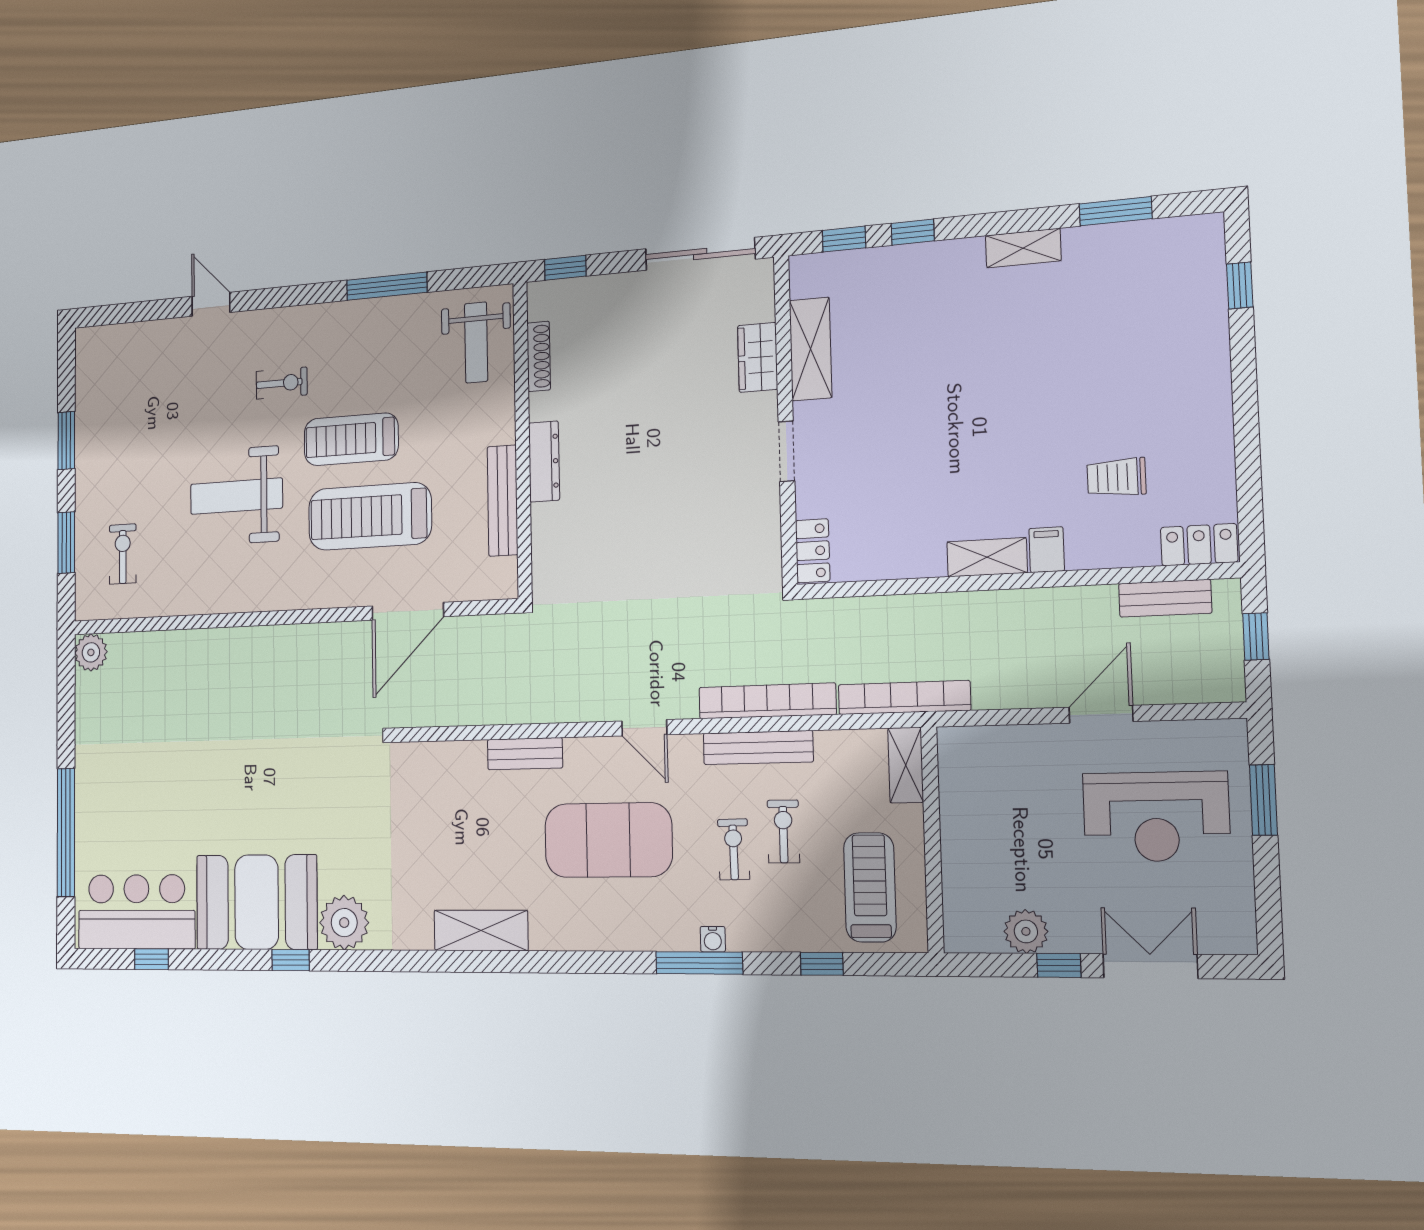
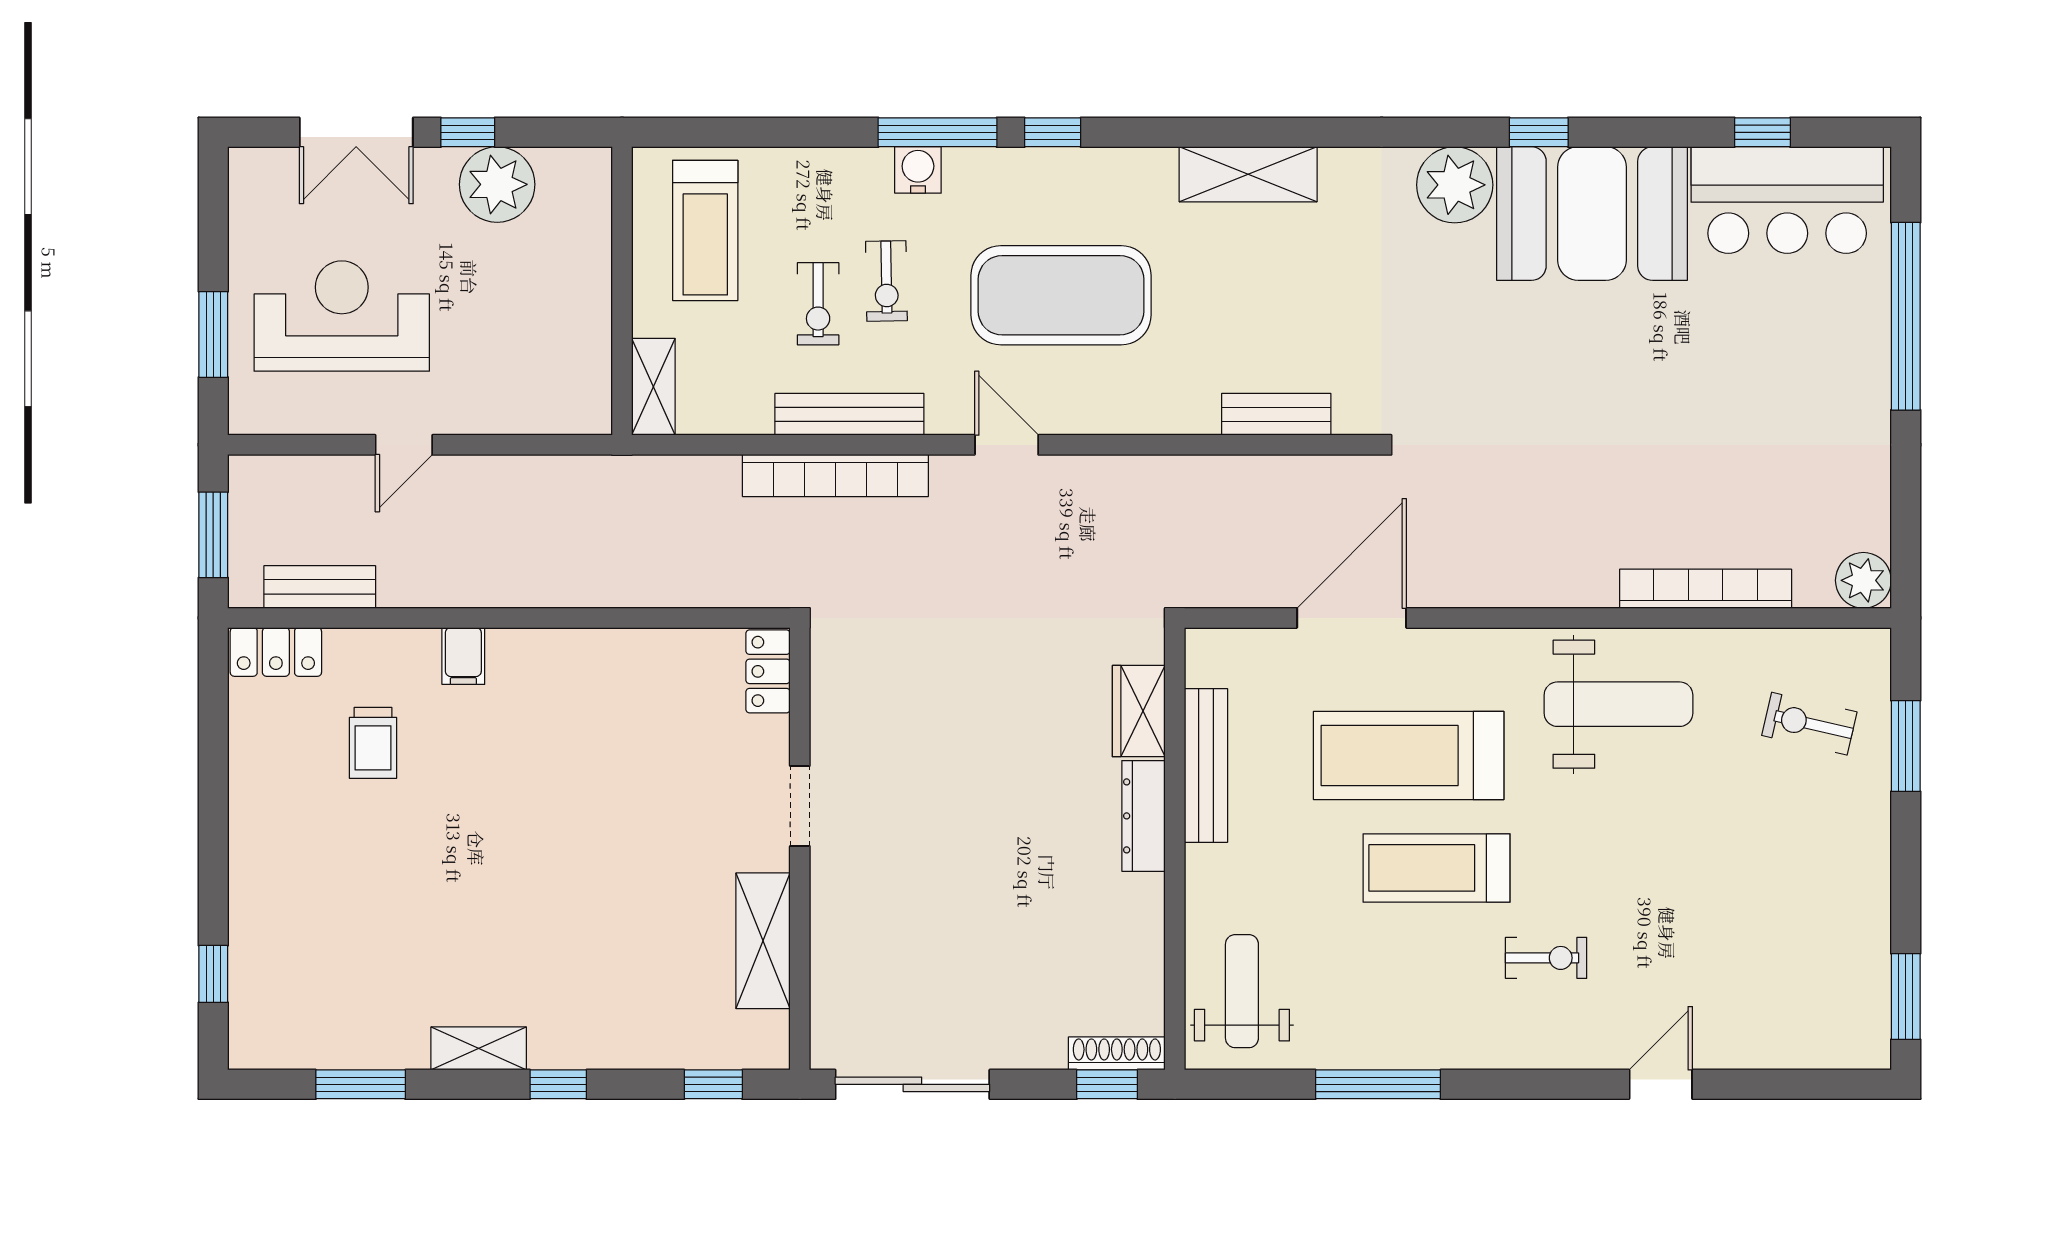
window: (913, 232) -> (558, 1084), moved
door: (211, 304) -> (1661, 1084), swing flipped
shoe rack: (539, 356) -> (1117, 1053), moved, turned 90
wardrobe: (758, 357) -> (1139, 711), moved, turned 180
exercise bike: (282, 383) -> (1546, 958), turned 180
treadmill: (351, 439) -> (1437, 868), turned 180
window: (66, 441) -> (1906, 997), moved
trolley: (1116, 477) -> (373, 743), turned 90
weight bench: (236, 496) -> (1618, 704), moved
treadmill: (370, 516) -> (1409, 756), turned 180
exercise bike: (123, 554) -> (1809, 724), turned 103
shelving: (987, 557) -> (539, 650), removed
window: (1256, 636) -> (213, 535), width x1.50
bookcase: (904, 698) -> (1706, 589), moved, turned 180
door: (1101, 714) -> (404, 445), width x0.73
bench: (525, 754) -> (1276, 414), moved
plant: (1026, 931) -> (497, 184), width x1.36, depth x1.36
water cooler: (713, 939) -> (918, 170), width x1.38, depth x1.38
window: (822, 964) -> (1053, 132), moved

